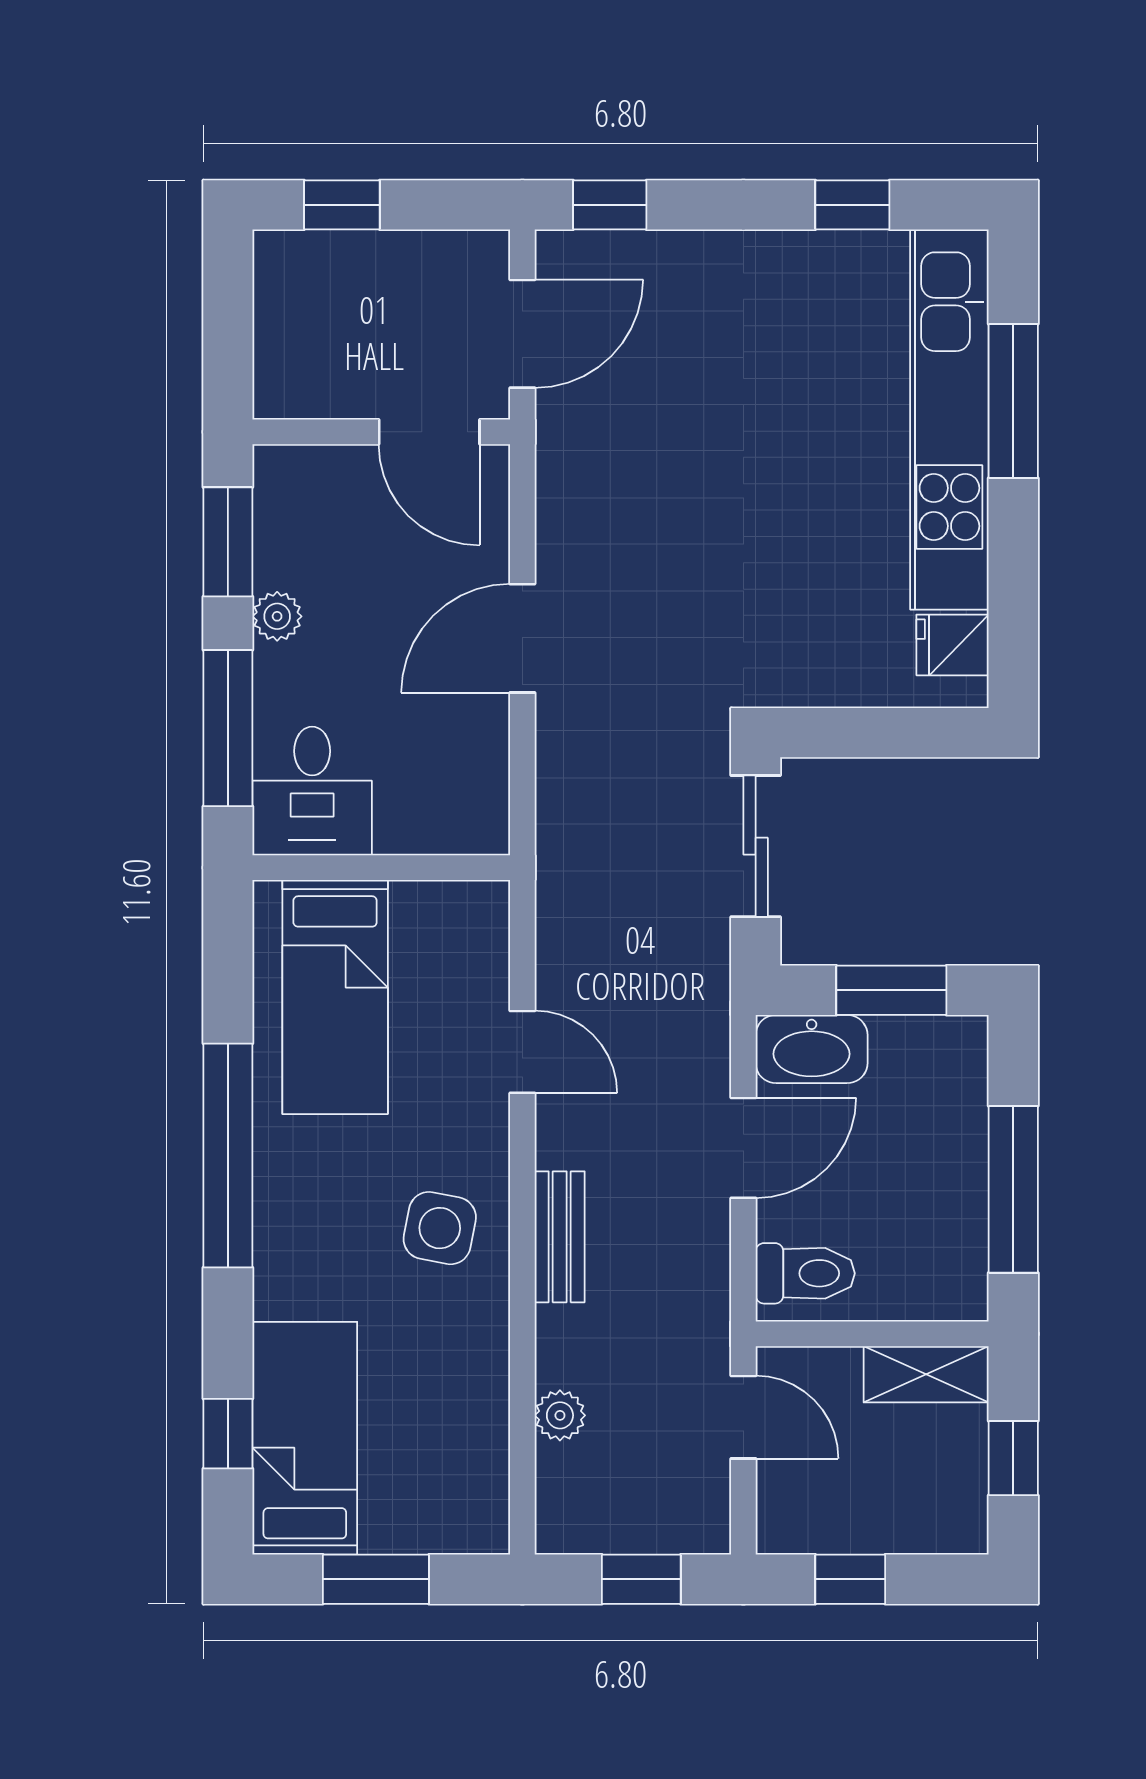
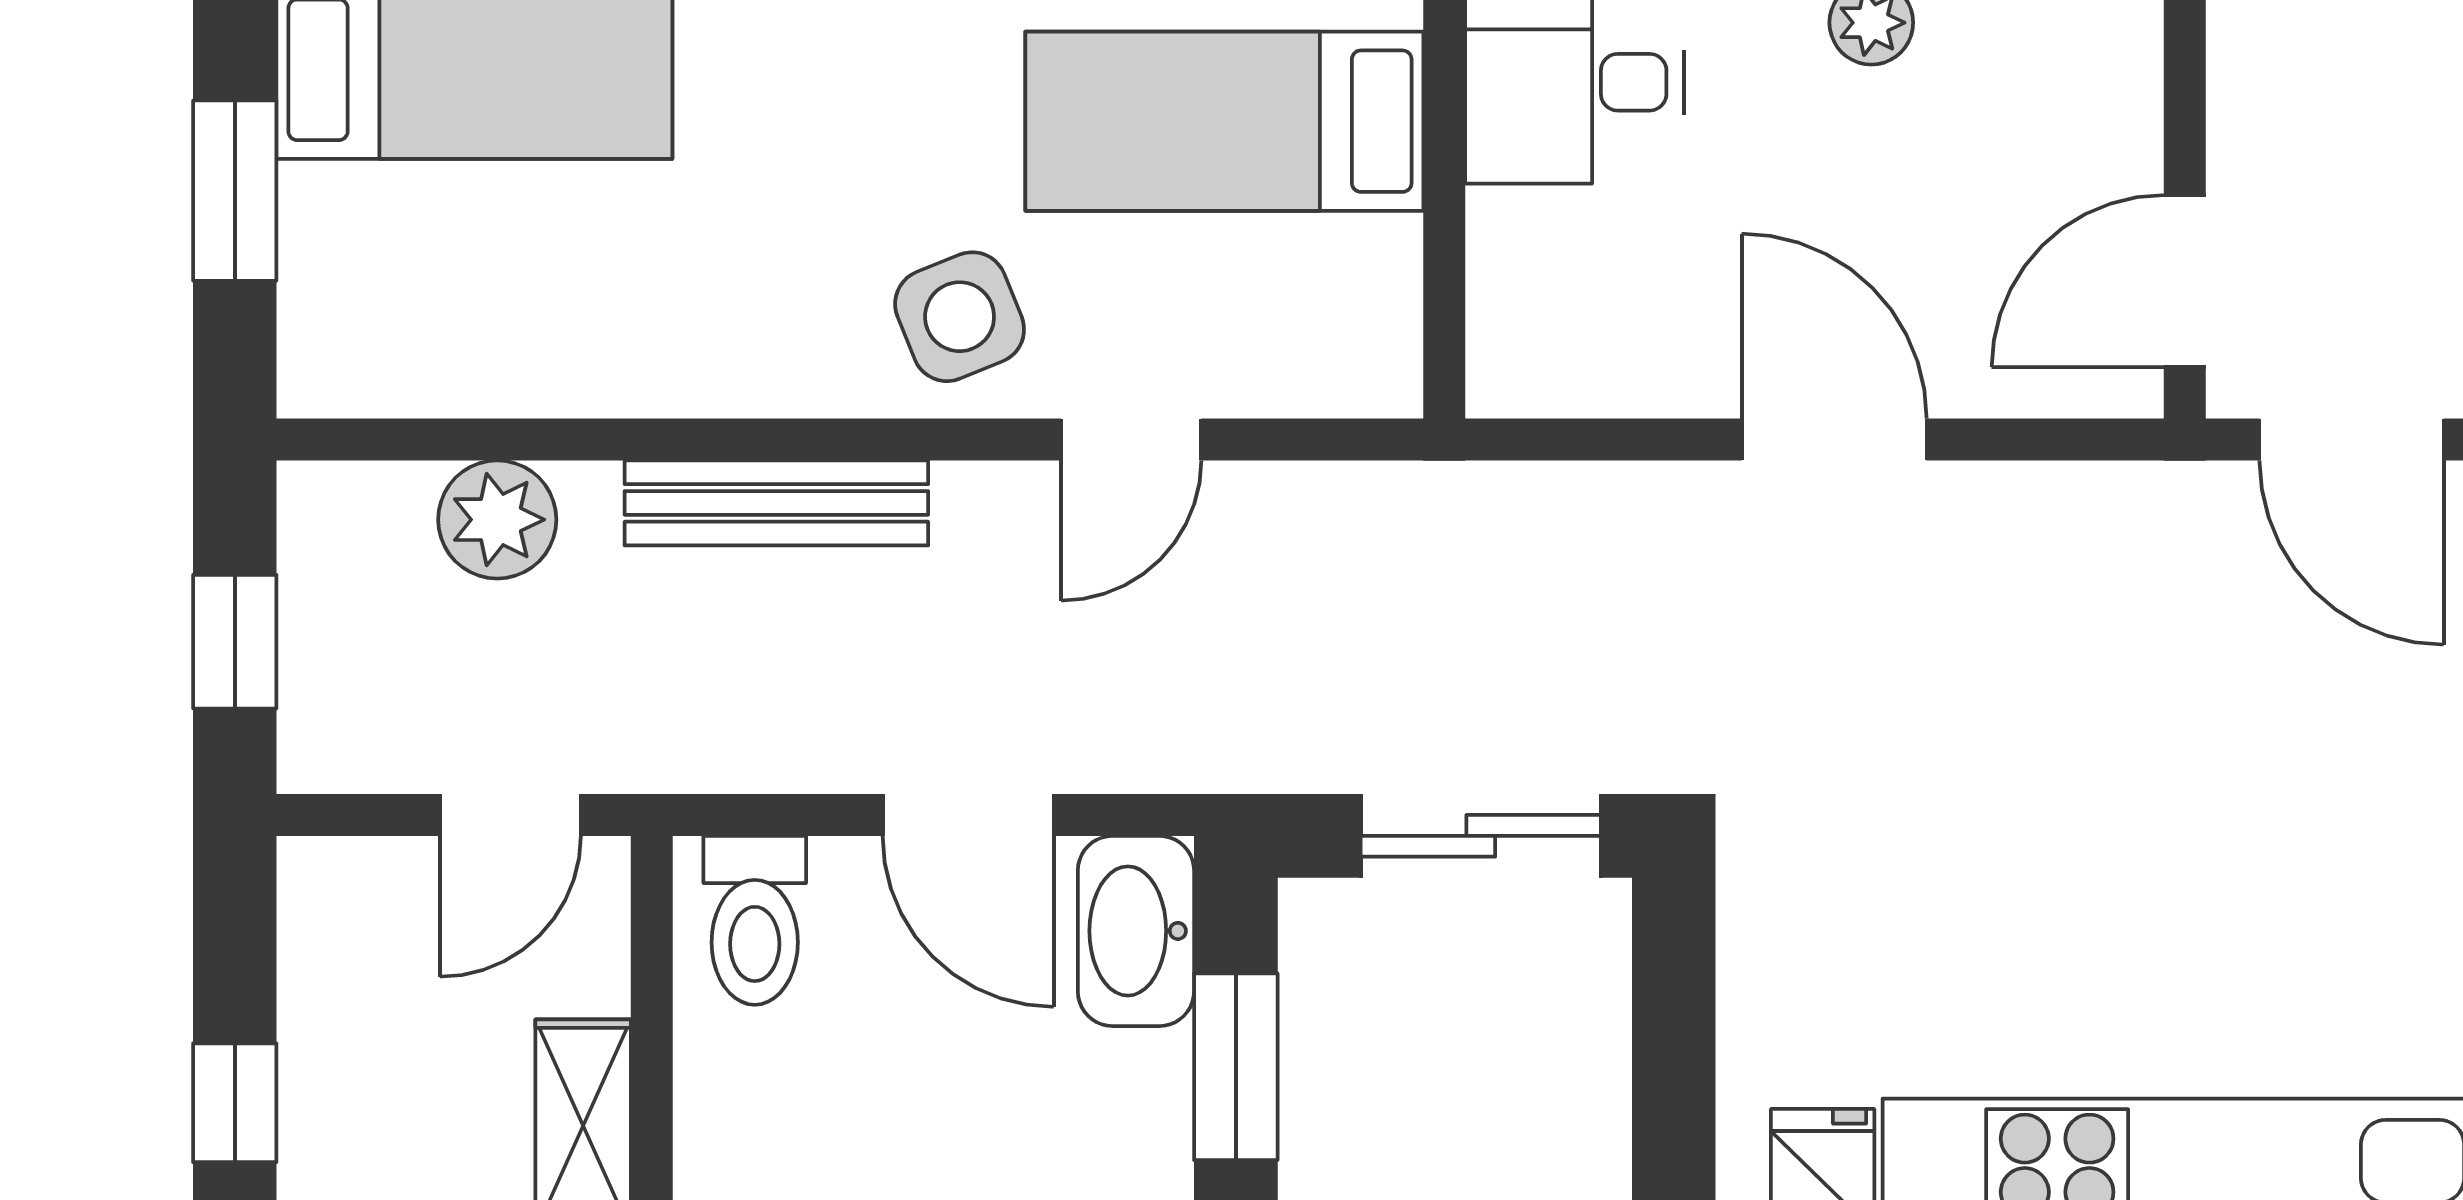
side table: (440, 1228) -> (960, 317), moved, turned -33
bench: (560, 1237) -> (776, 503), width x1.36
plant: (560, 1415) -> (497, 520), width x1.38, depth x1.38
window: (850, 1579) -> (235, 1103), moved

